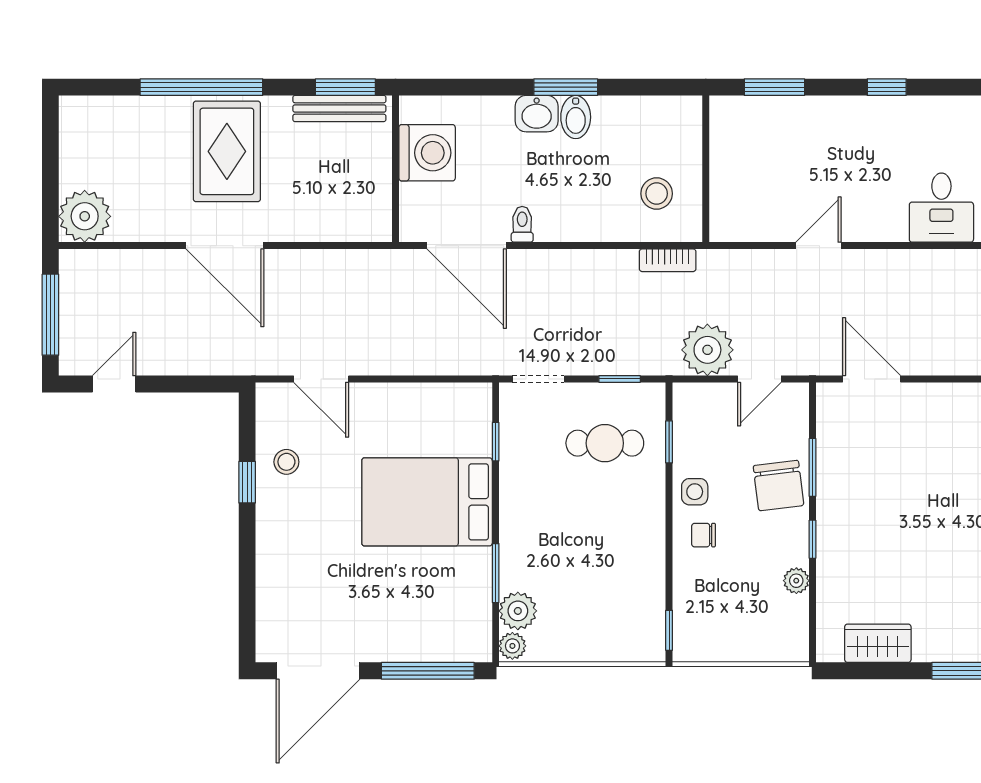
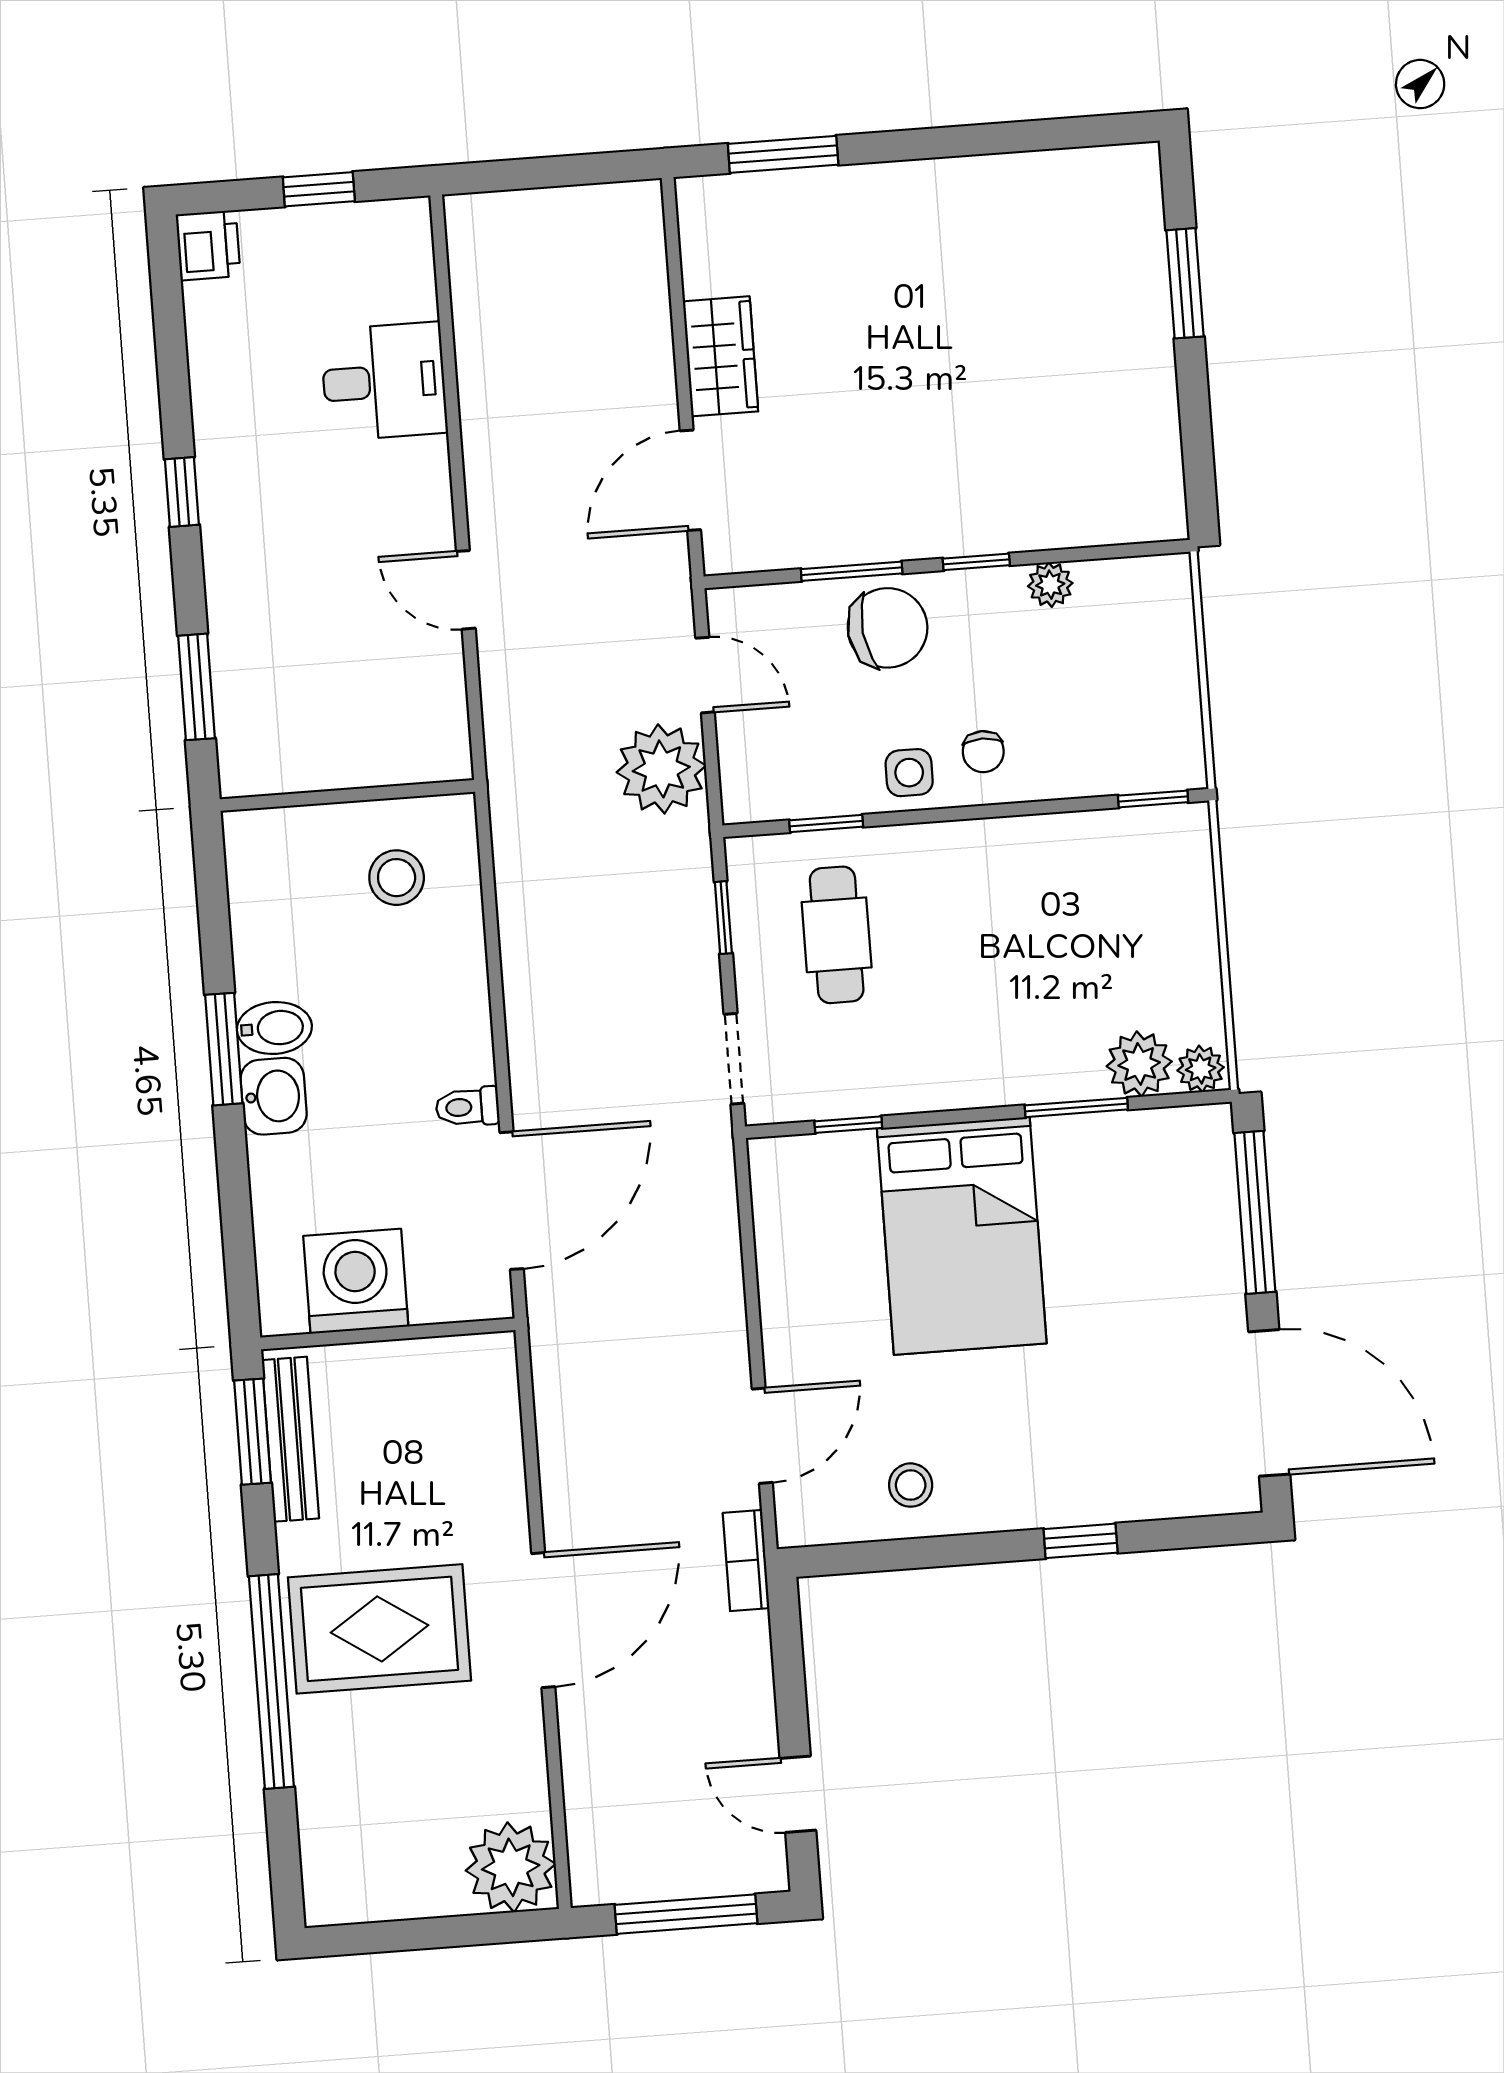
bookcase: (668, 260) -> (746, 1561), moved, turned 180
window: (247, 482) -> (1081, 1541), moved
wardrobe: (878, 643) -> (721, 356), moved, turned 180

